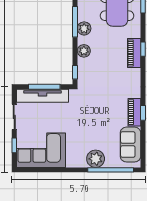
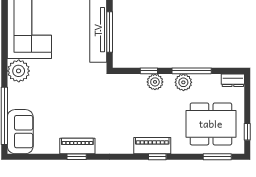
window: (75, 72) -> (149, 71), moved
sofa: (130, 145) -> (20, 132), moved, turned 90
plant: (96, 159) -> (19, 71), moved

